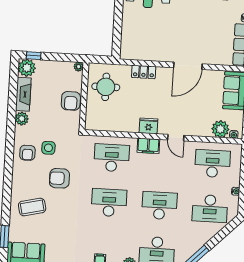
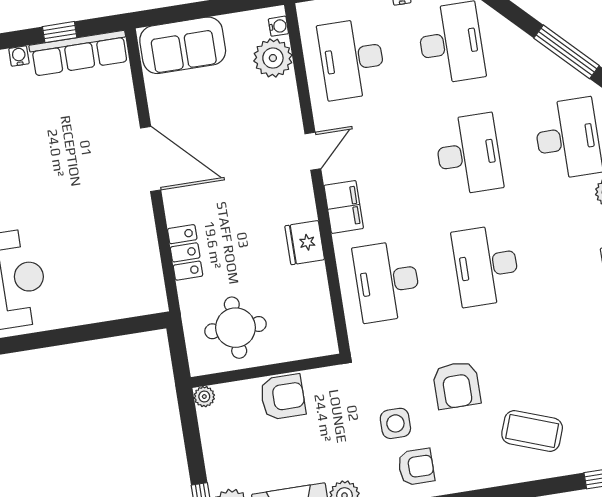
fridge: (149, 126) -> (305, 243), moved
desk: (159, 206) -> (469, 154), turned 180
coffee table: (32, 207) -> (532, 431), turned -57

